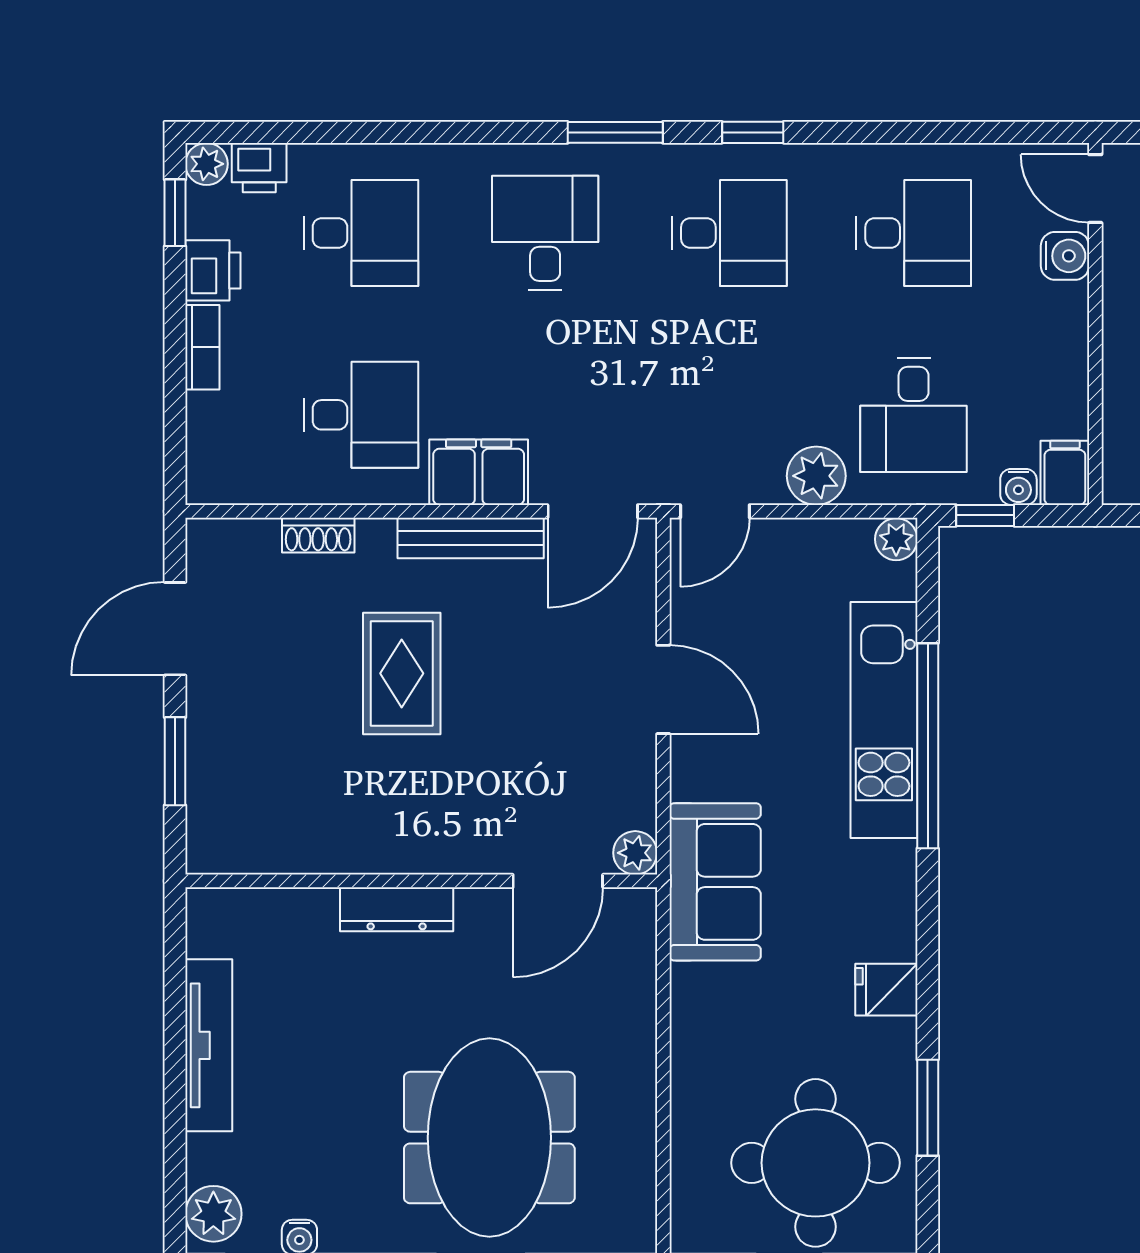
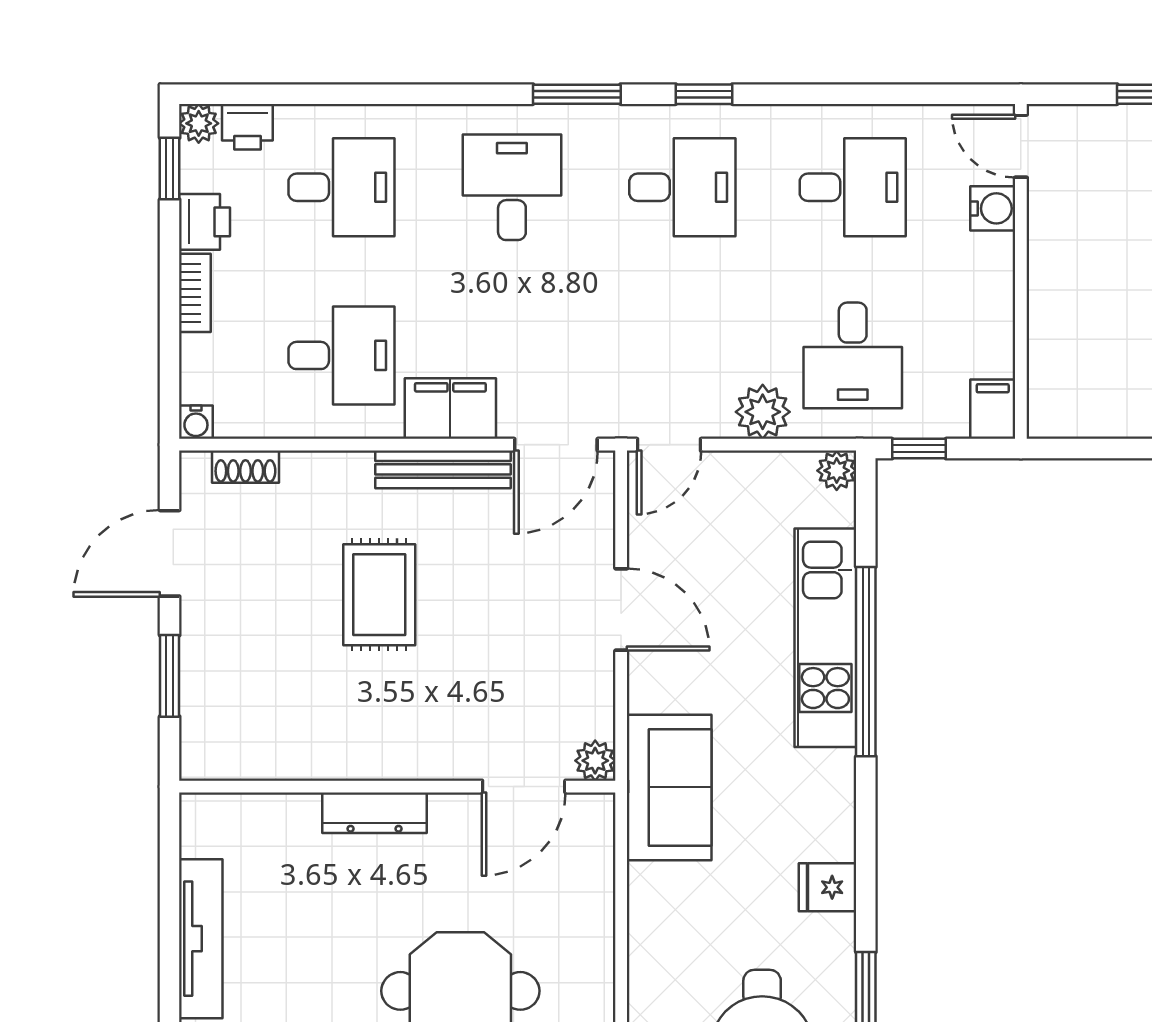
water cooler: (1018, 487) -> (196, 422), moved
shoe rack: (318, 535) -> (245, 467), moved

